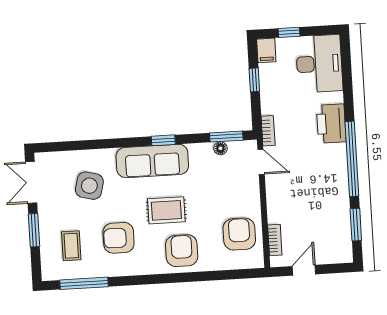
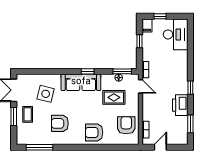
printer: (331, 124) -> (180, 105), moved
window: (352, 159) -> (190, 88), width x0.32
rug: (166, 210) -> (114, 97), moved
coffee table: (71, 246) -> (28, 114), moved
armchair: (182, 251) -> (94, 132), turned -90

